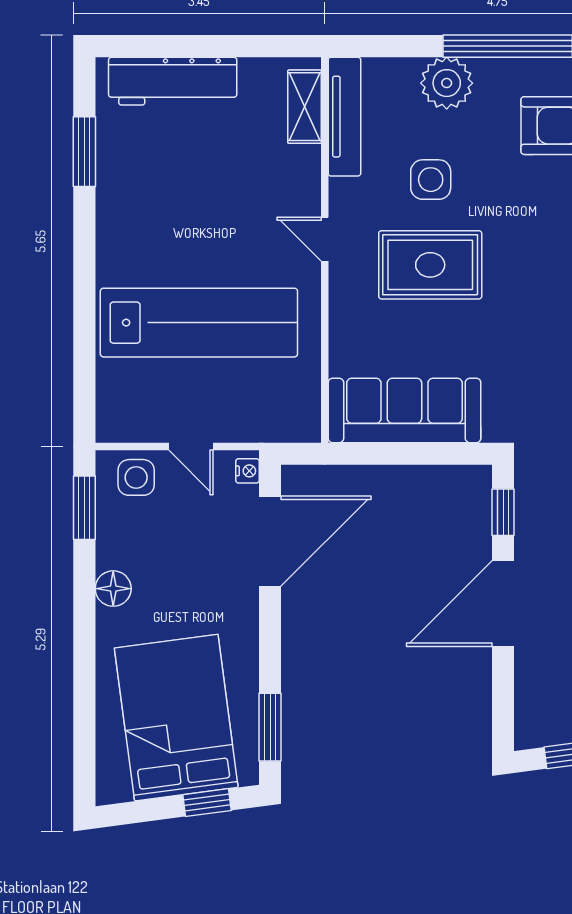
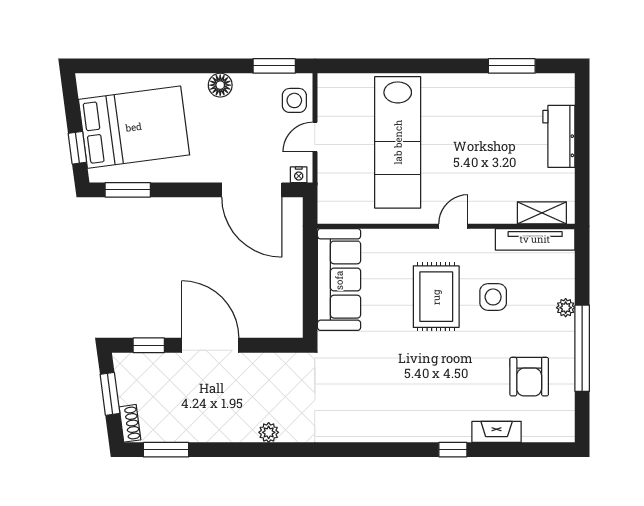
workbench: (173, 81) -> (559, 136), width x0.73
plant: (447, 83) -> (566, 308), width x0.53, depth x0.53
window: (503, 512) -> (149, 345), moved

